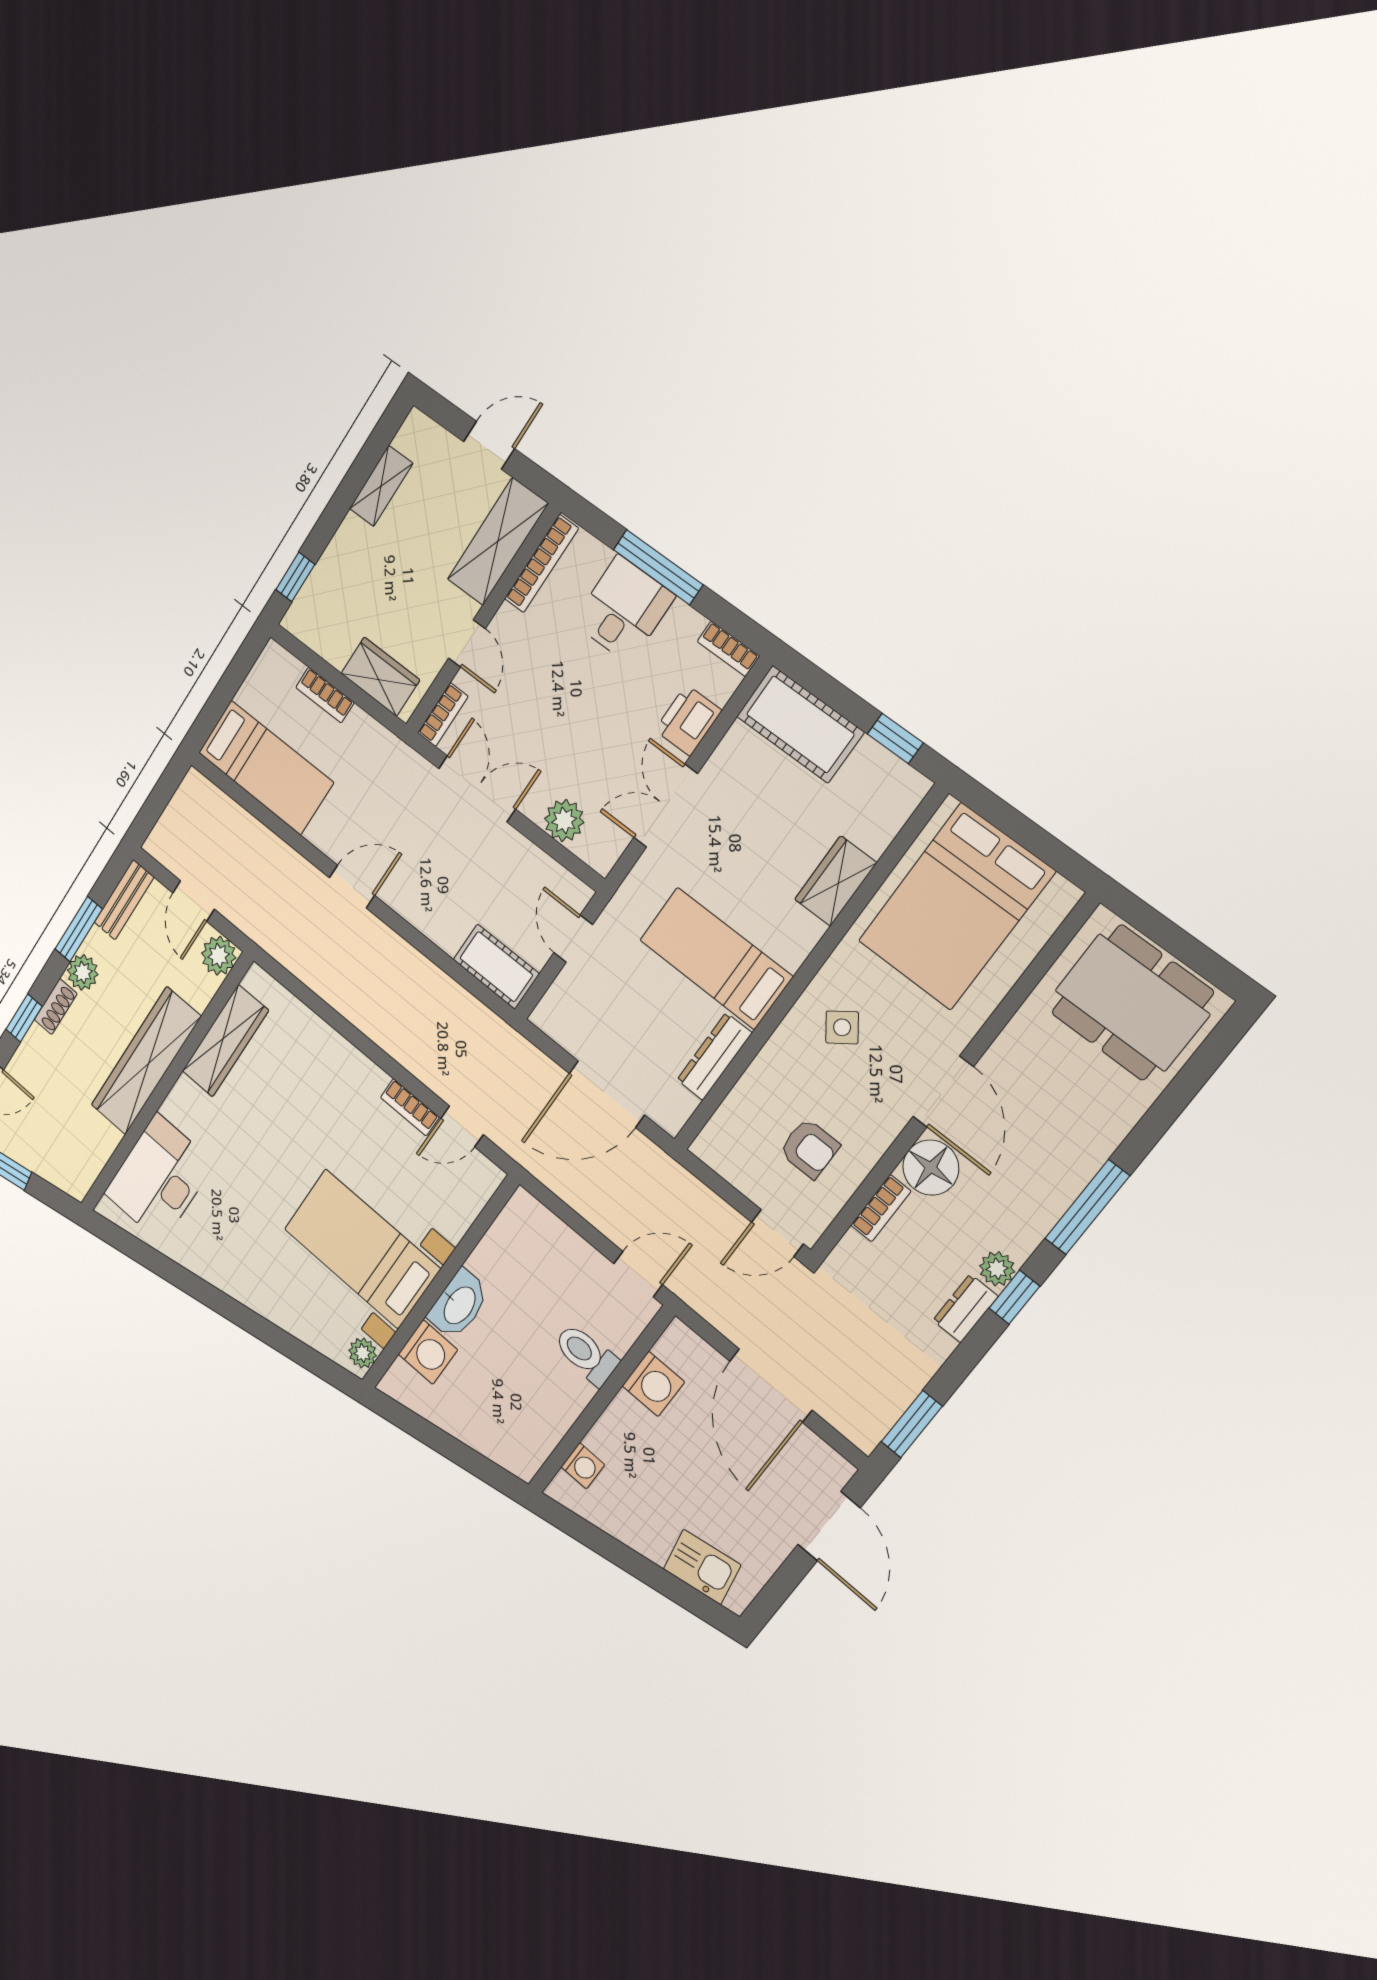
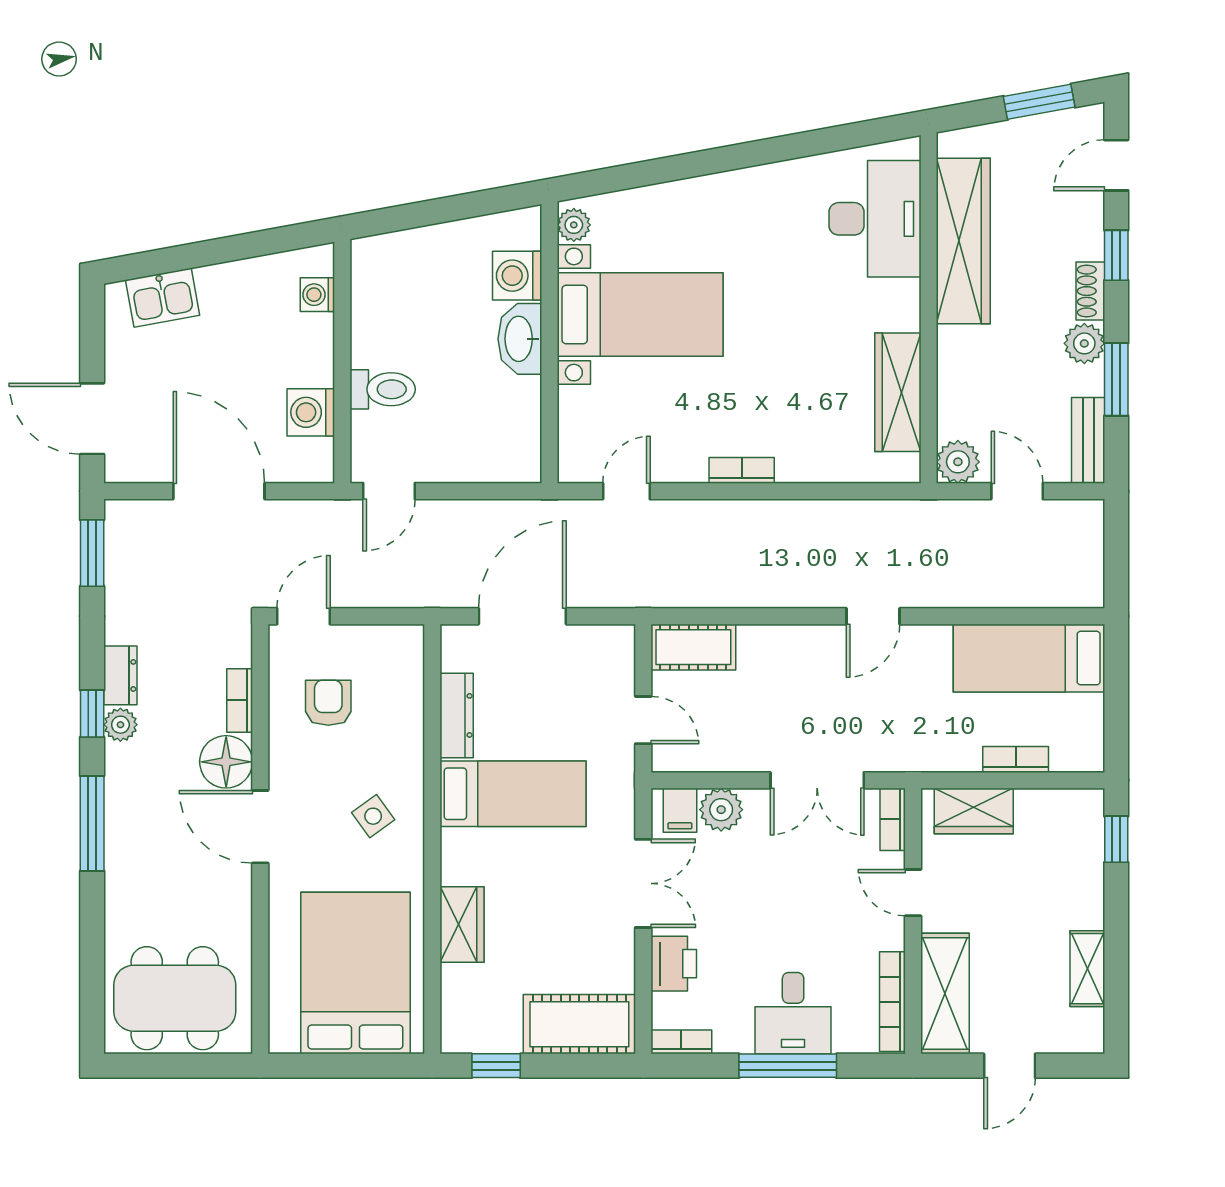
filing cabinet: (596, 844) -> (680, 810), added
wardrobe: (146, 1061) -> (963, 241), moved
bookcase: (410, 1107) -> (742, 470), moved
armchair: (809, 1148) -> (328, 703), turned 90

